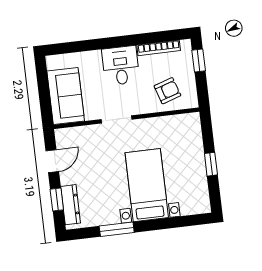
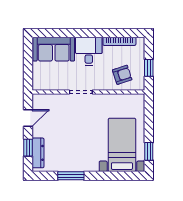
window: (199, 61) -> (149, 68), moved
sofa: (66, 96) -> (54, 49), moved, turned 90
window: (211, 164) -> (149, 151), moved
bed with nightstands: (147, 185) -> (122, 145), moved

